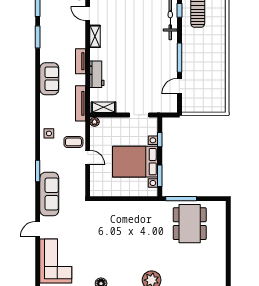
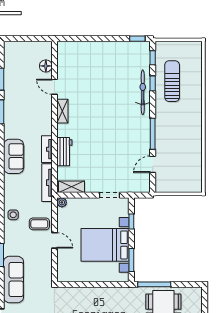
tv unit: (80, 61) -> (47, 149), moved

